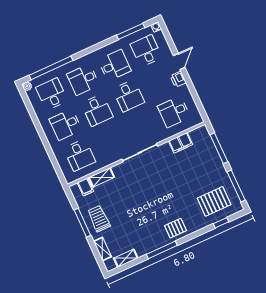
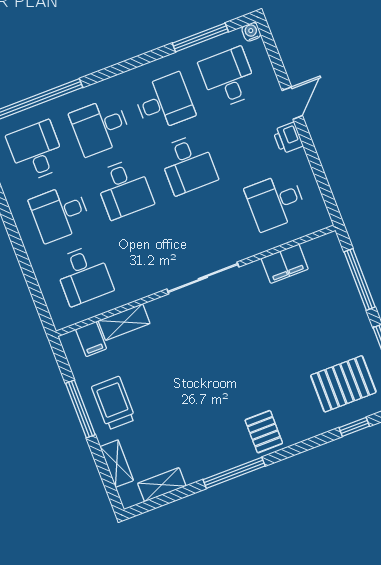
pallet: (175, 228) -> (264, 432), turned 90

